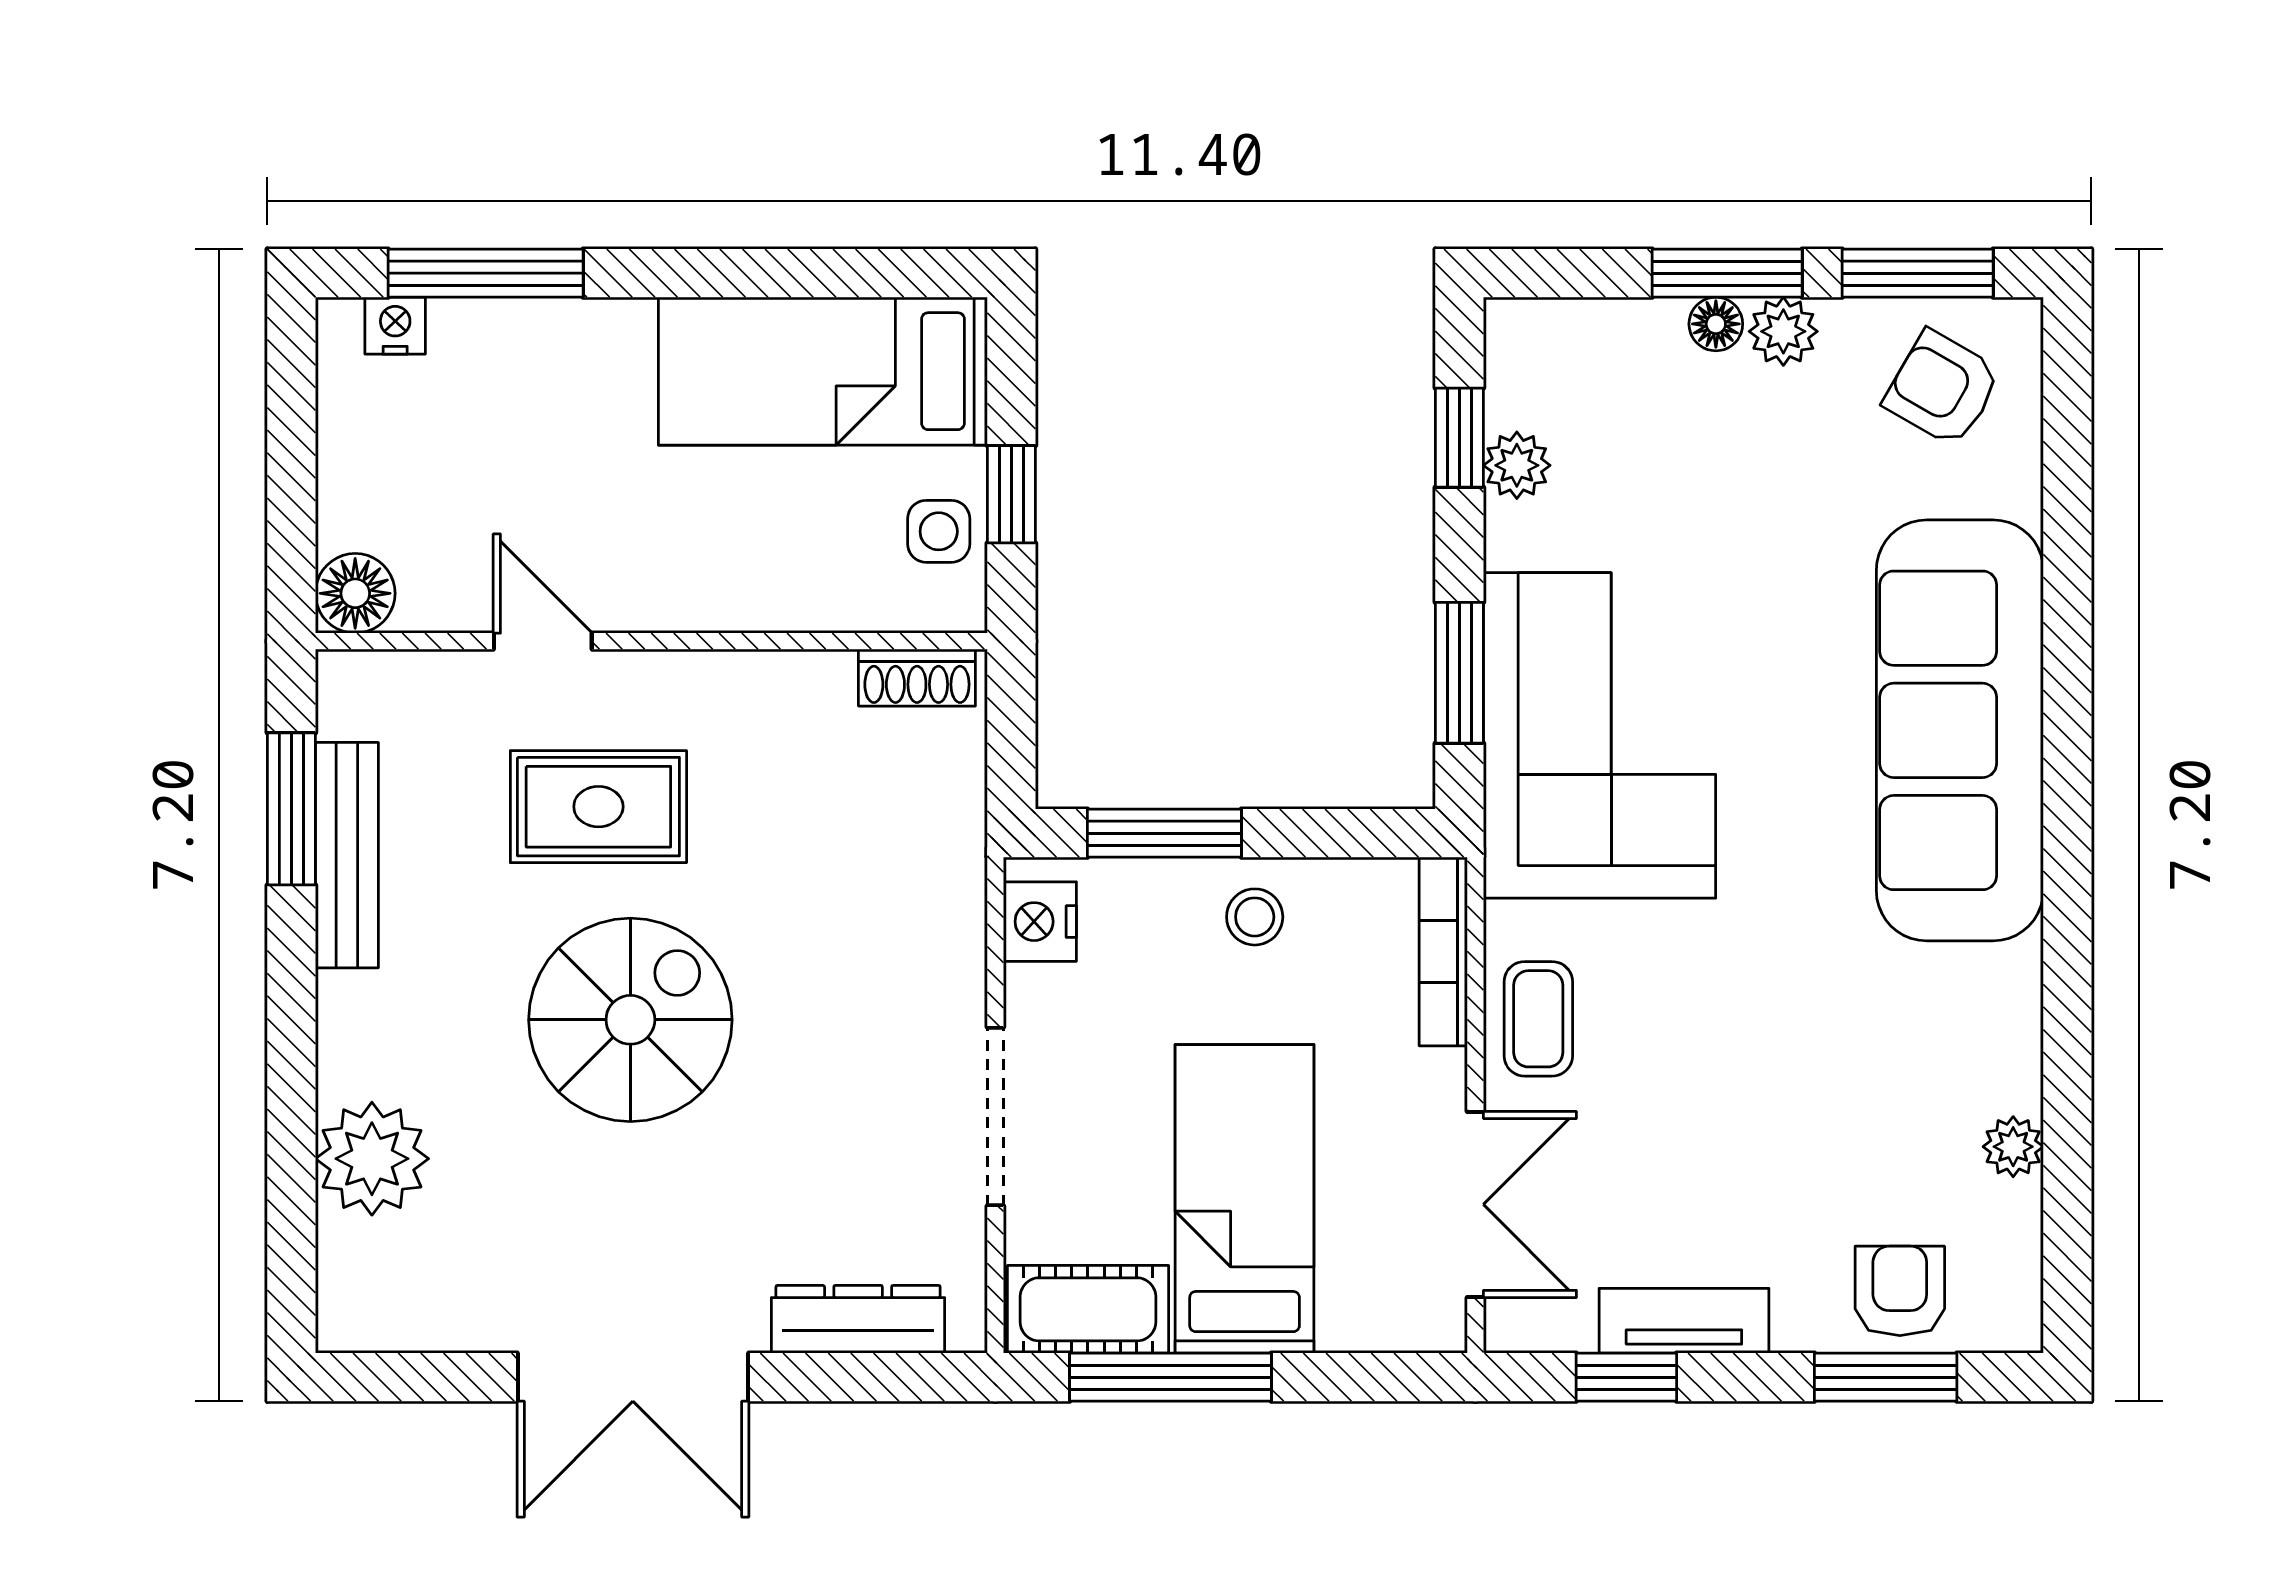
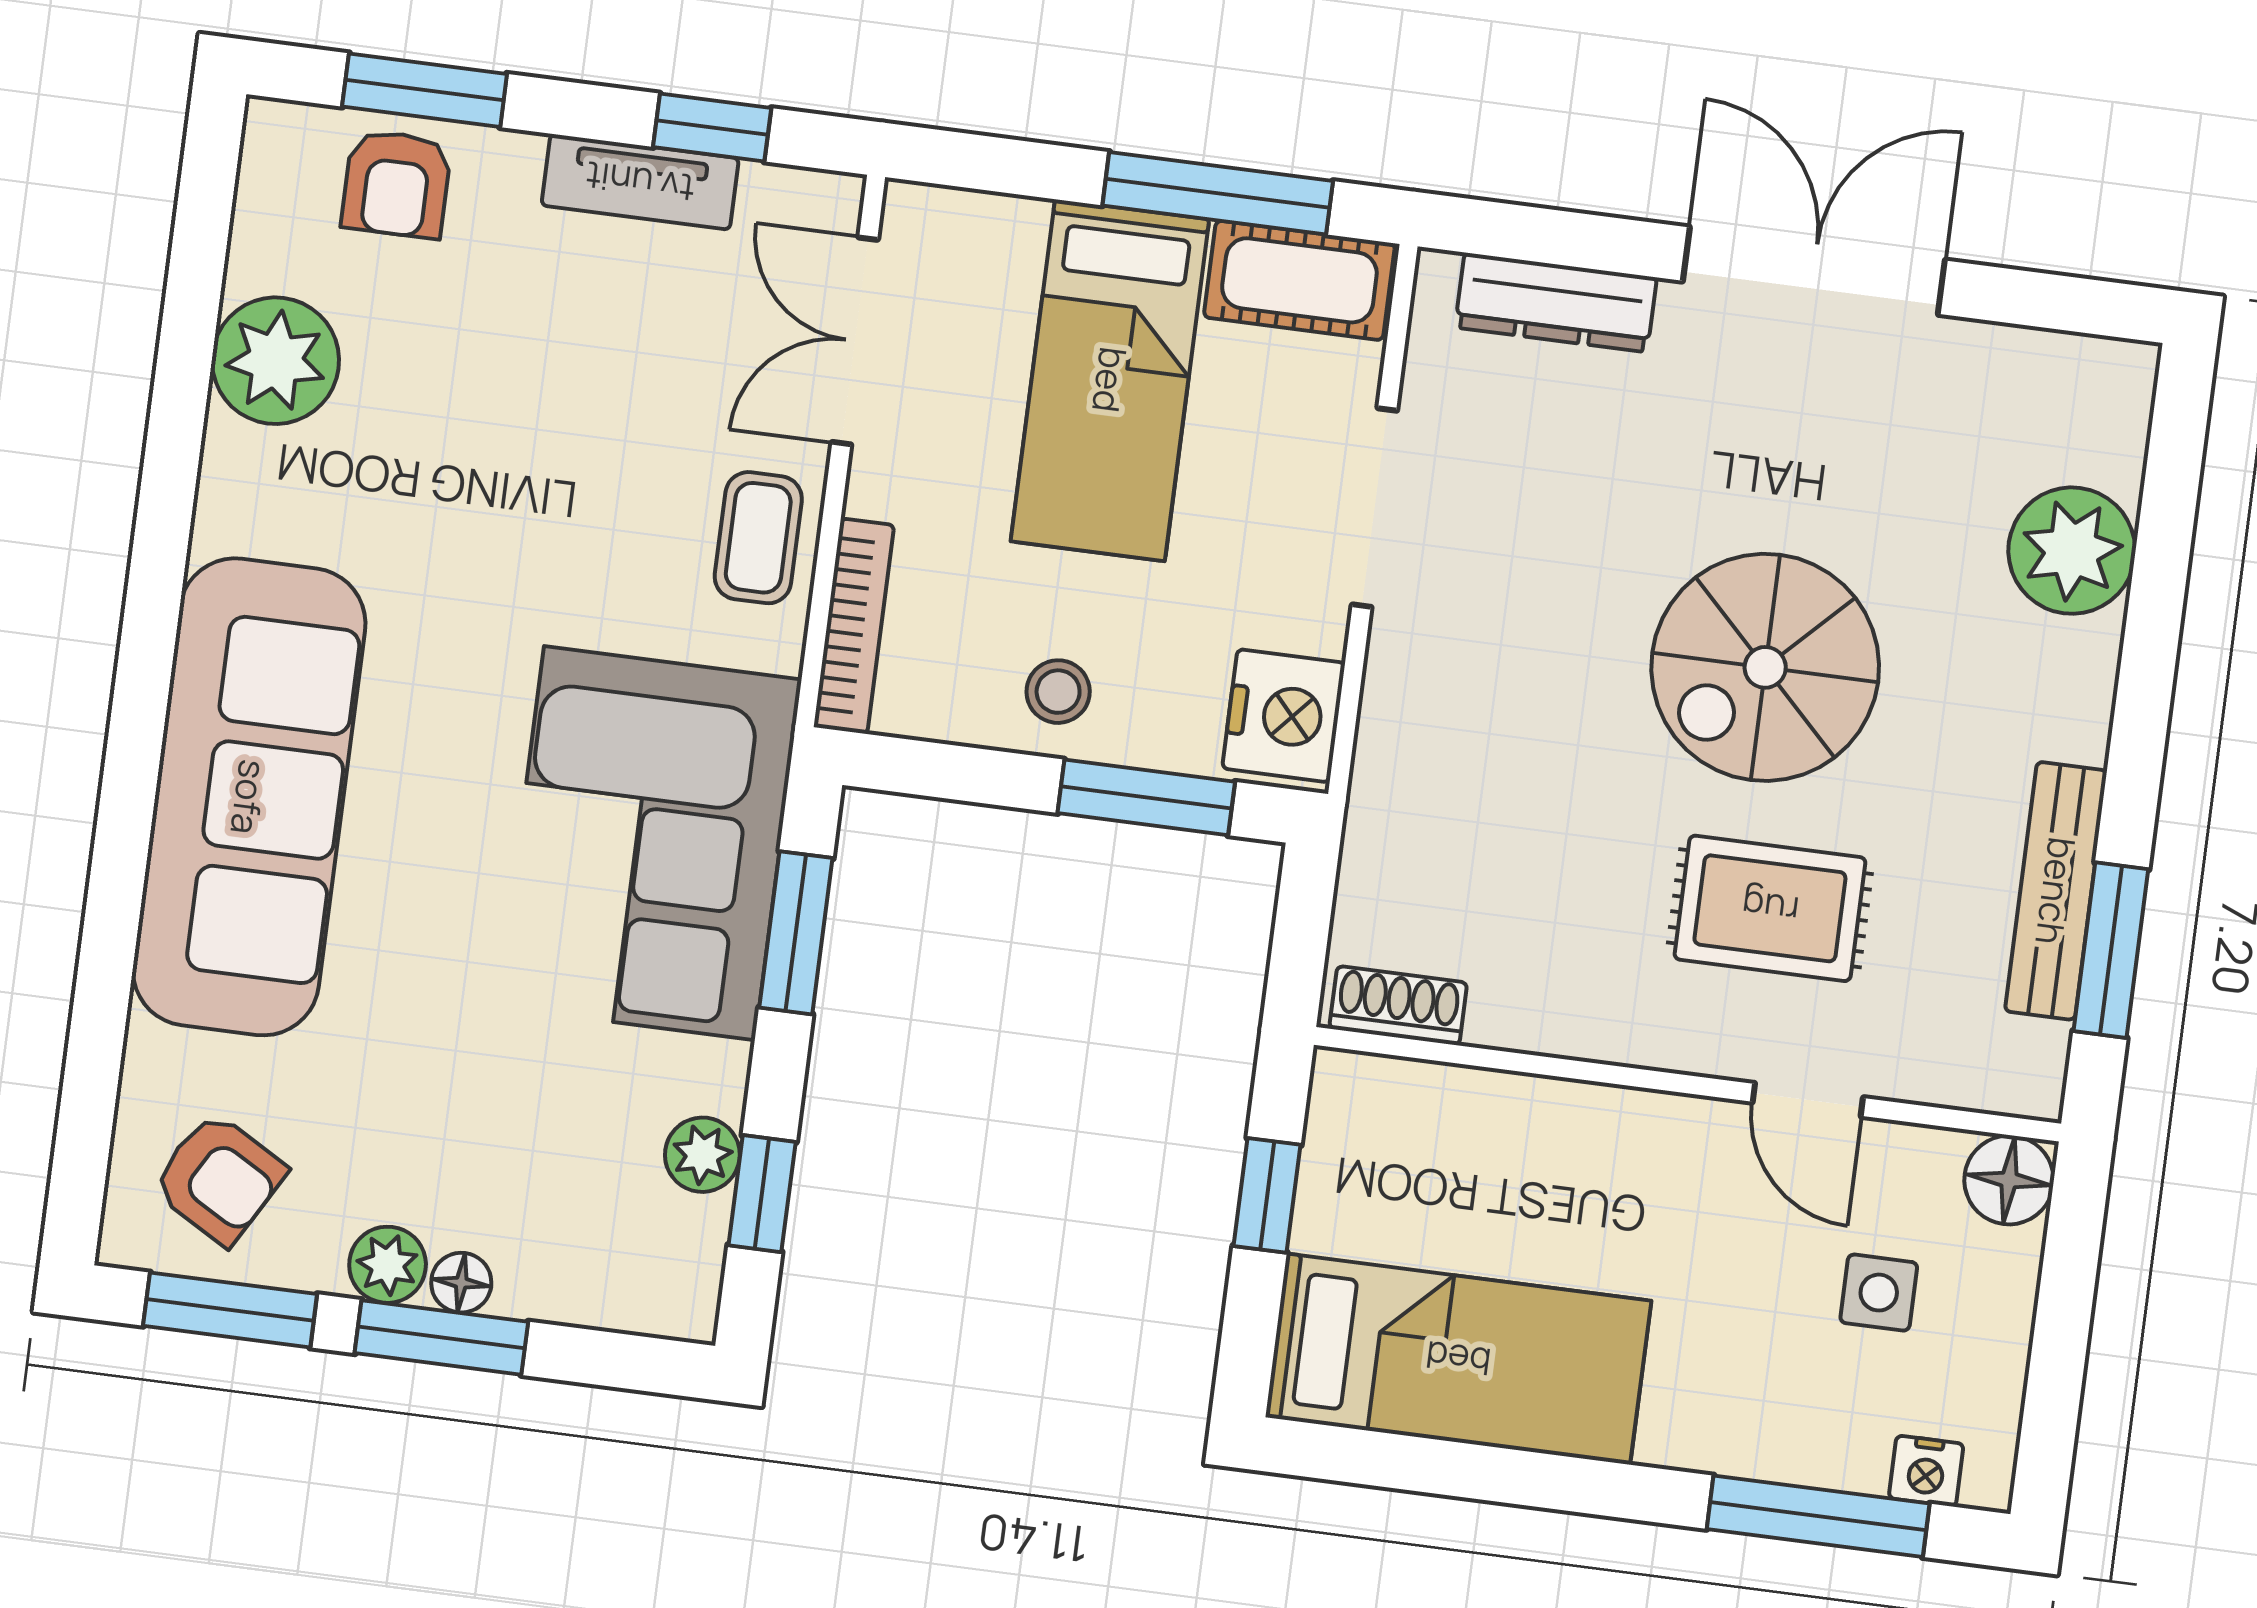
side table: (939, 531) -> (1879, 1293), moved
nightstand: (1040, 922) -> (1284, 716), width x1.36, depth x1.33
plant: (2013, 1147) -> (276, 361), width x1.88, depth x1.88

